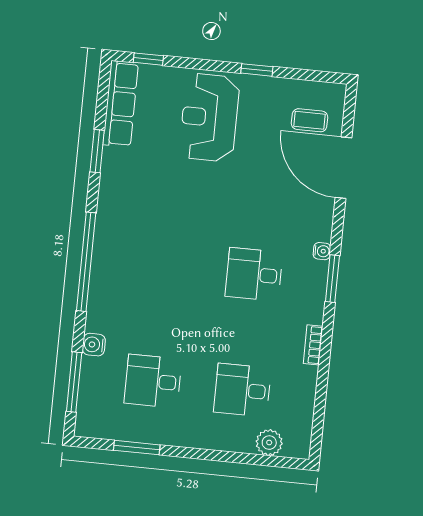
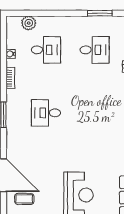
water cooler: (322, 251) -> (11, 54), moved
desk: (254, 274) -> (46, 113), turned 180

